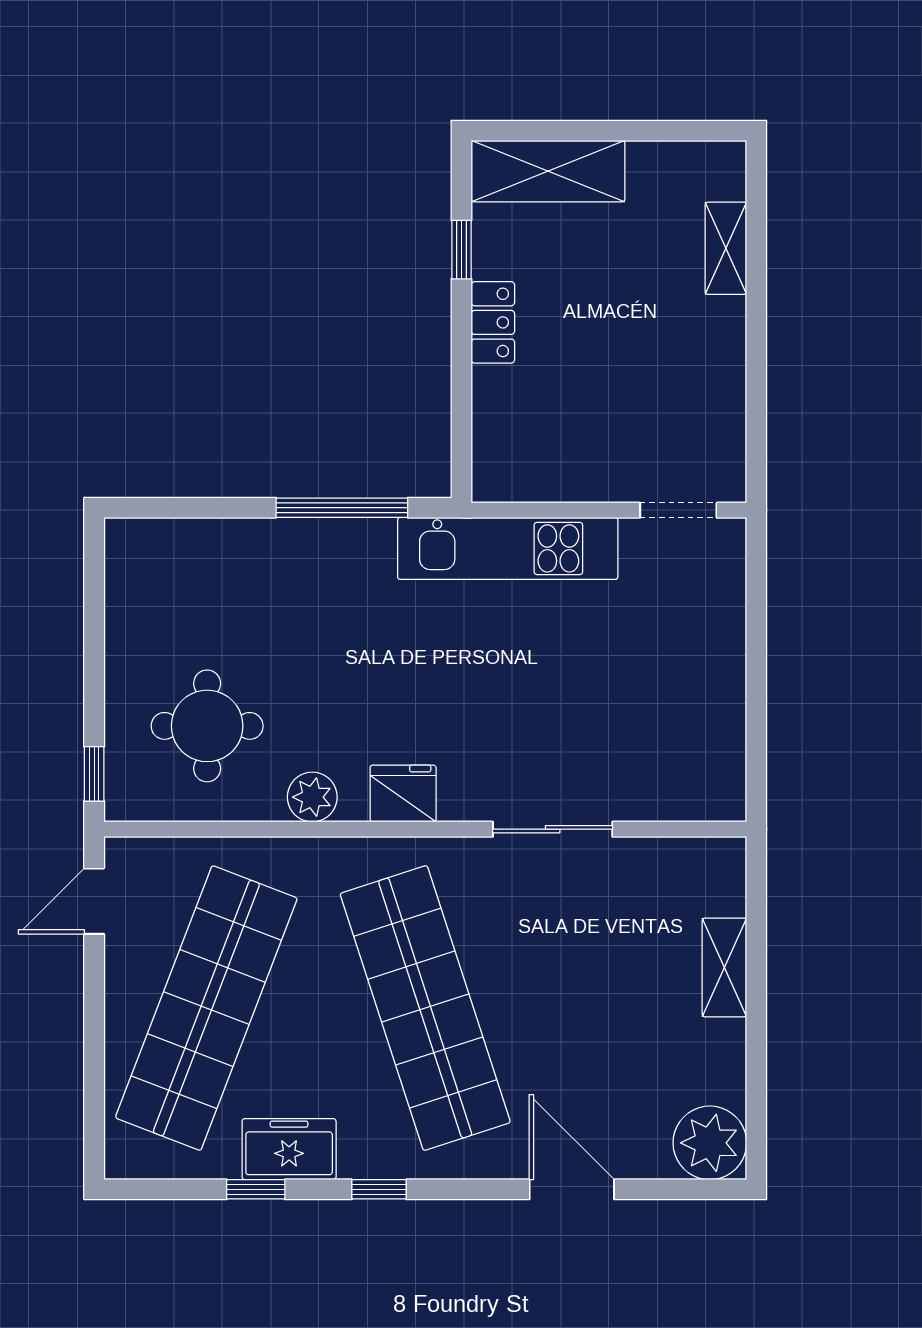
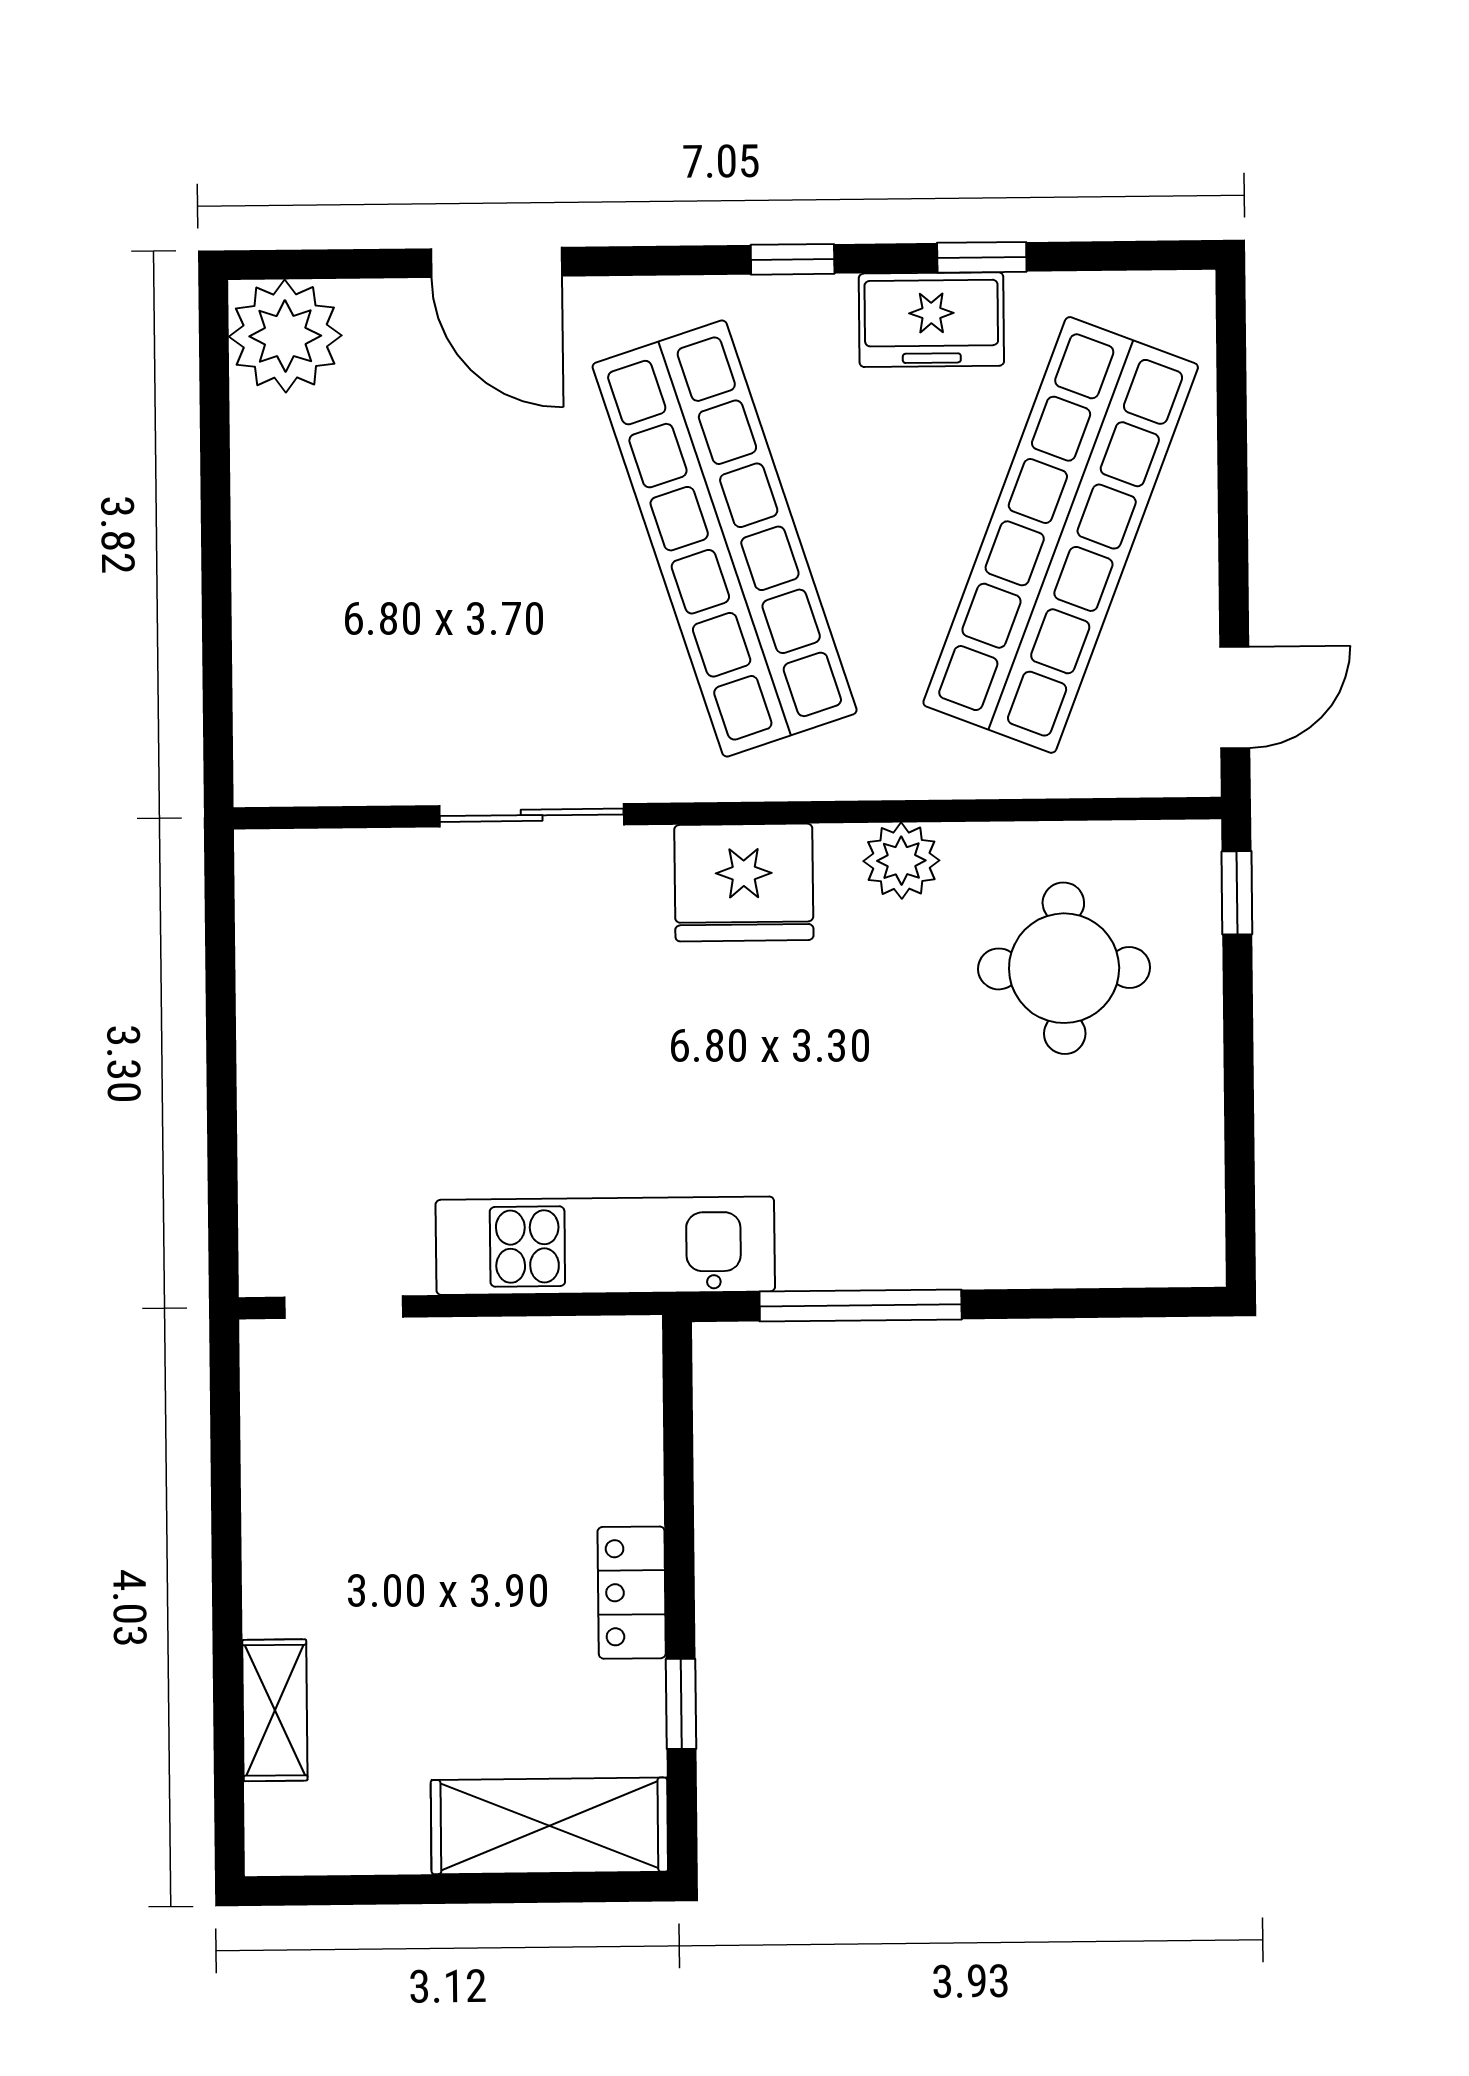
fridge: (403, 794) -> (744, 883), width x1.36, depth x1.34
shelving: (724, 967) -> (266, 606), removed

